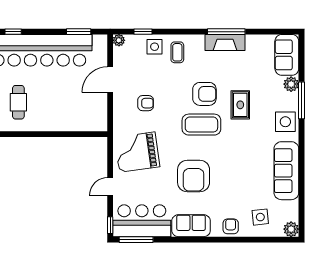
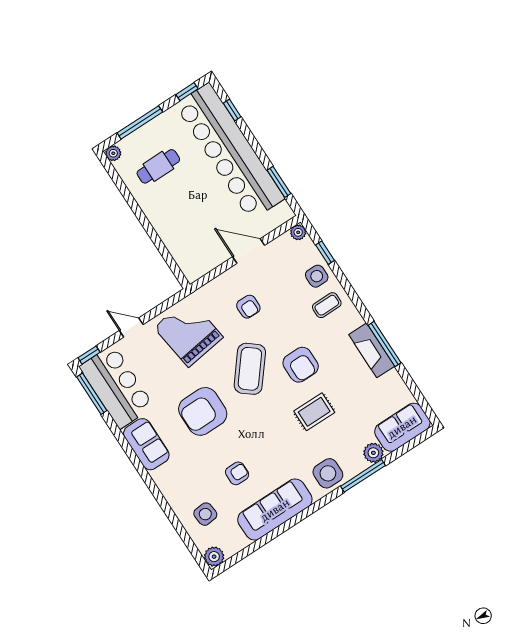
coffee table: (201, 125) -> (250, 369), moved, turned 39
armchair: (231, 226) -> (237, 473), moved

